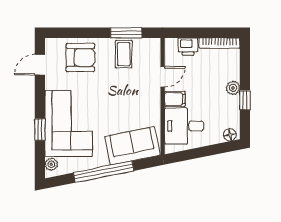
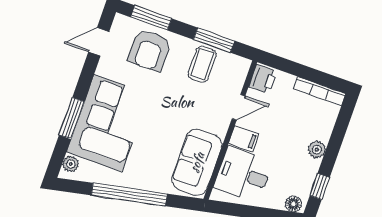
window: (73, 33) -> (151, 18), added
printer: (188, 47) -> (263, 79), moved, turned -90
armchair: (80, 58) -> (150, 50), turned 90
window: (245, 100) -> (320, 186), moved
window: (40, 130) -> (72, 118), width x1.50
sofa: (132, 146) -> (197, 162), moved, turned -79

